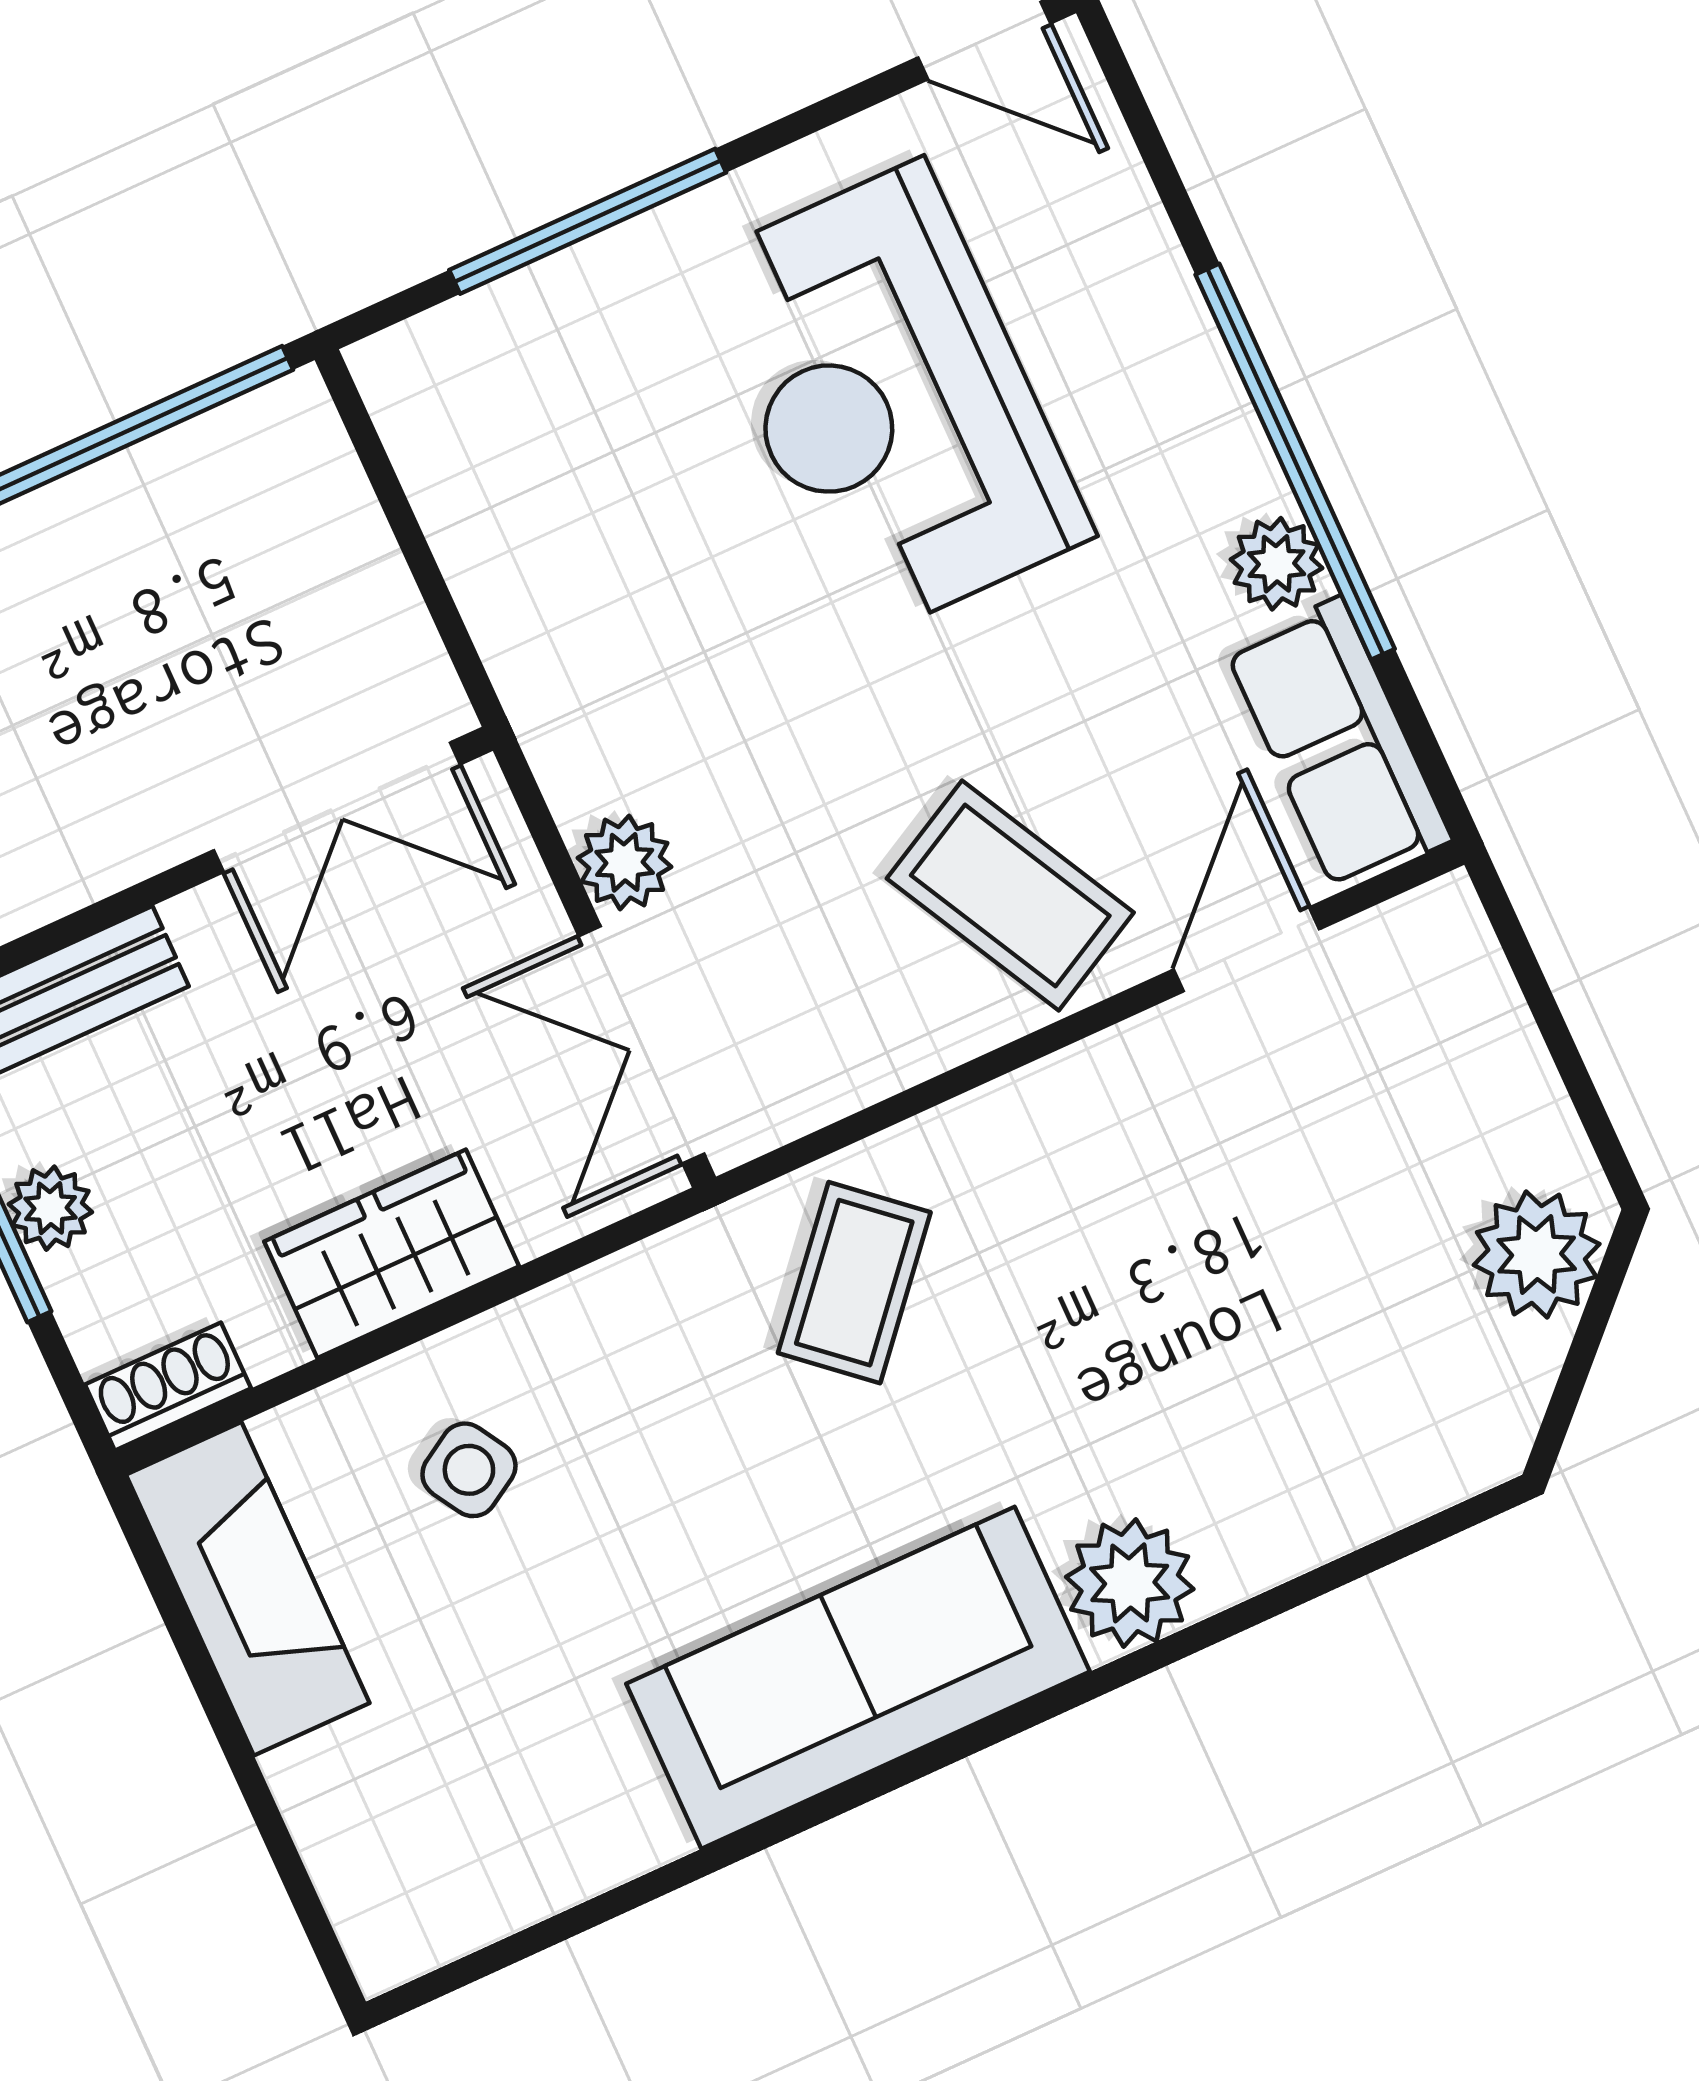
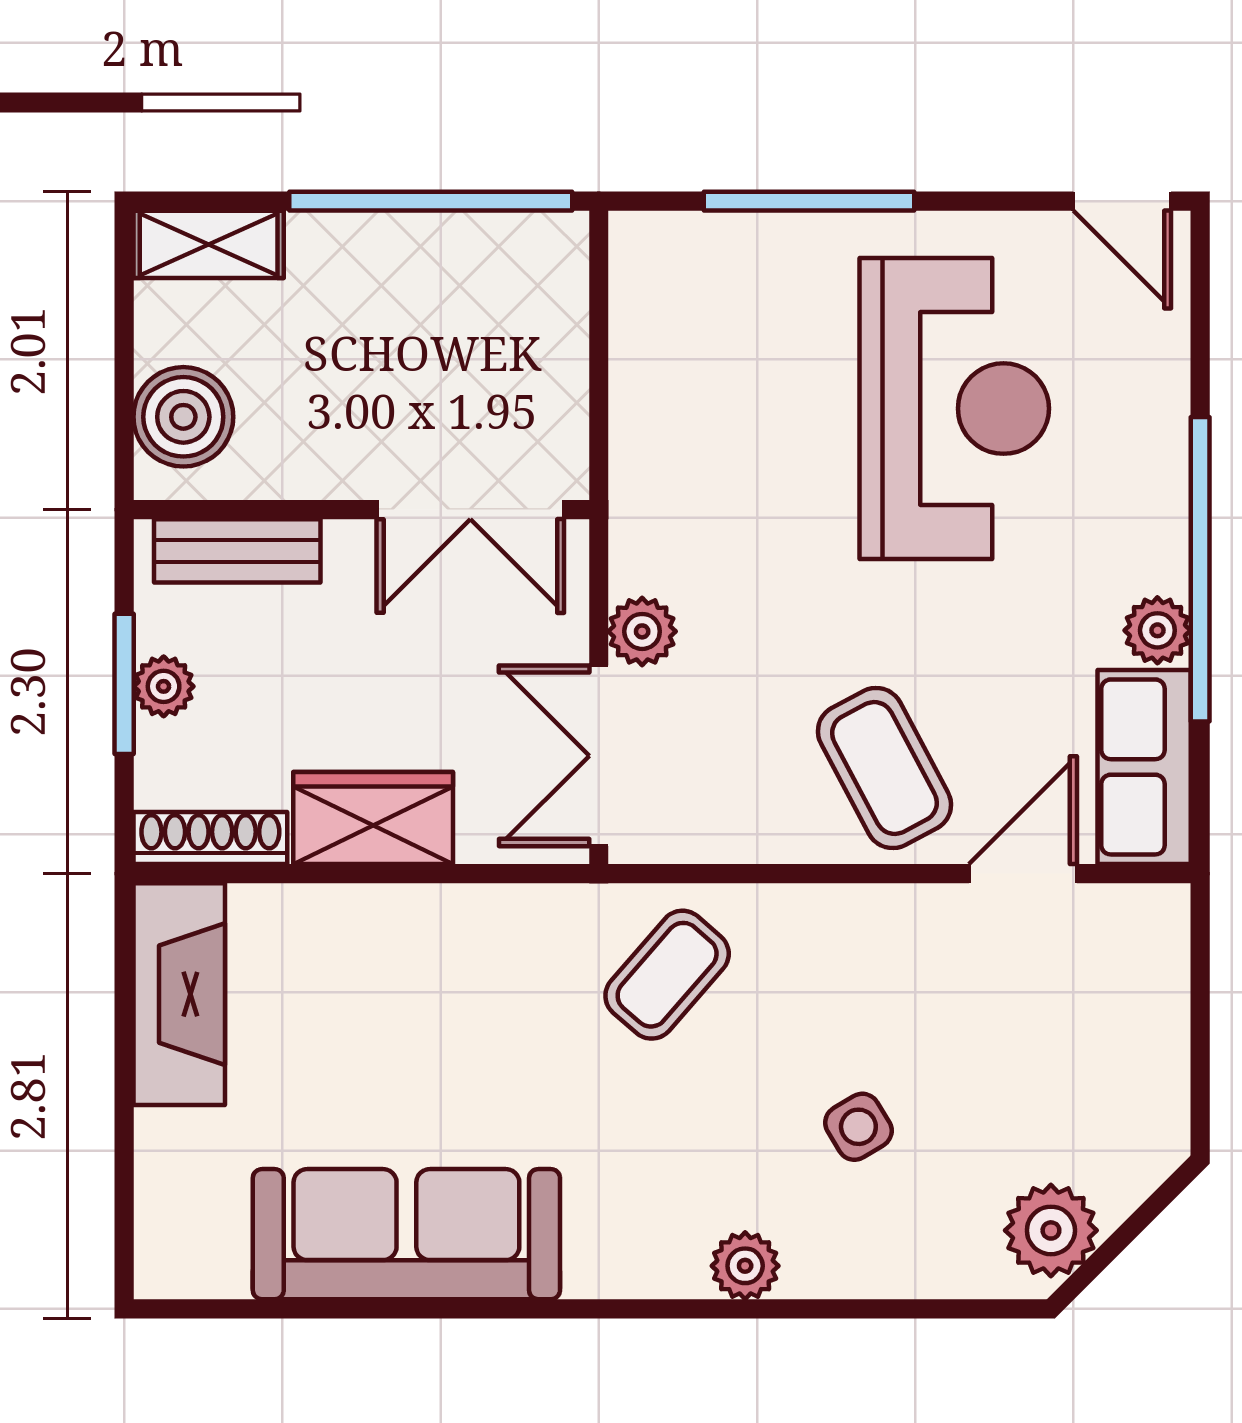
reception desk: (891, 400) -> (954, 409), turned 180
plant: (1537, 1254) -> (1051, 1230), moved
shoe rack: (168, 1386) -> (210, 838), width x1.43
side table: (469, 1470) -> (858, 1127), moved
plant: (1130, 1583) -> (745, 1266), width x0.73, depth x0.73
sofa: (858, 1678) -> (406, 1234), moved

